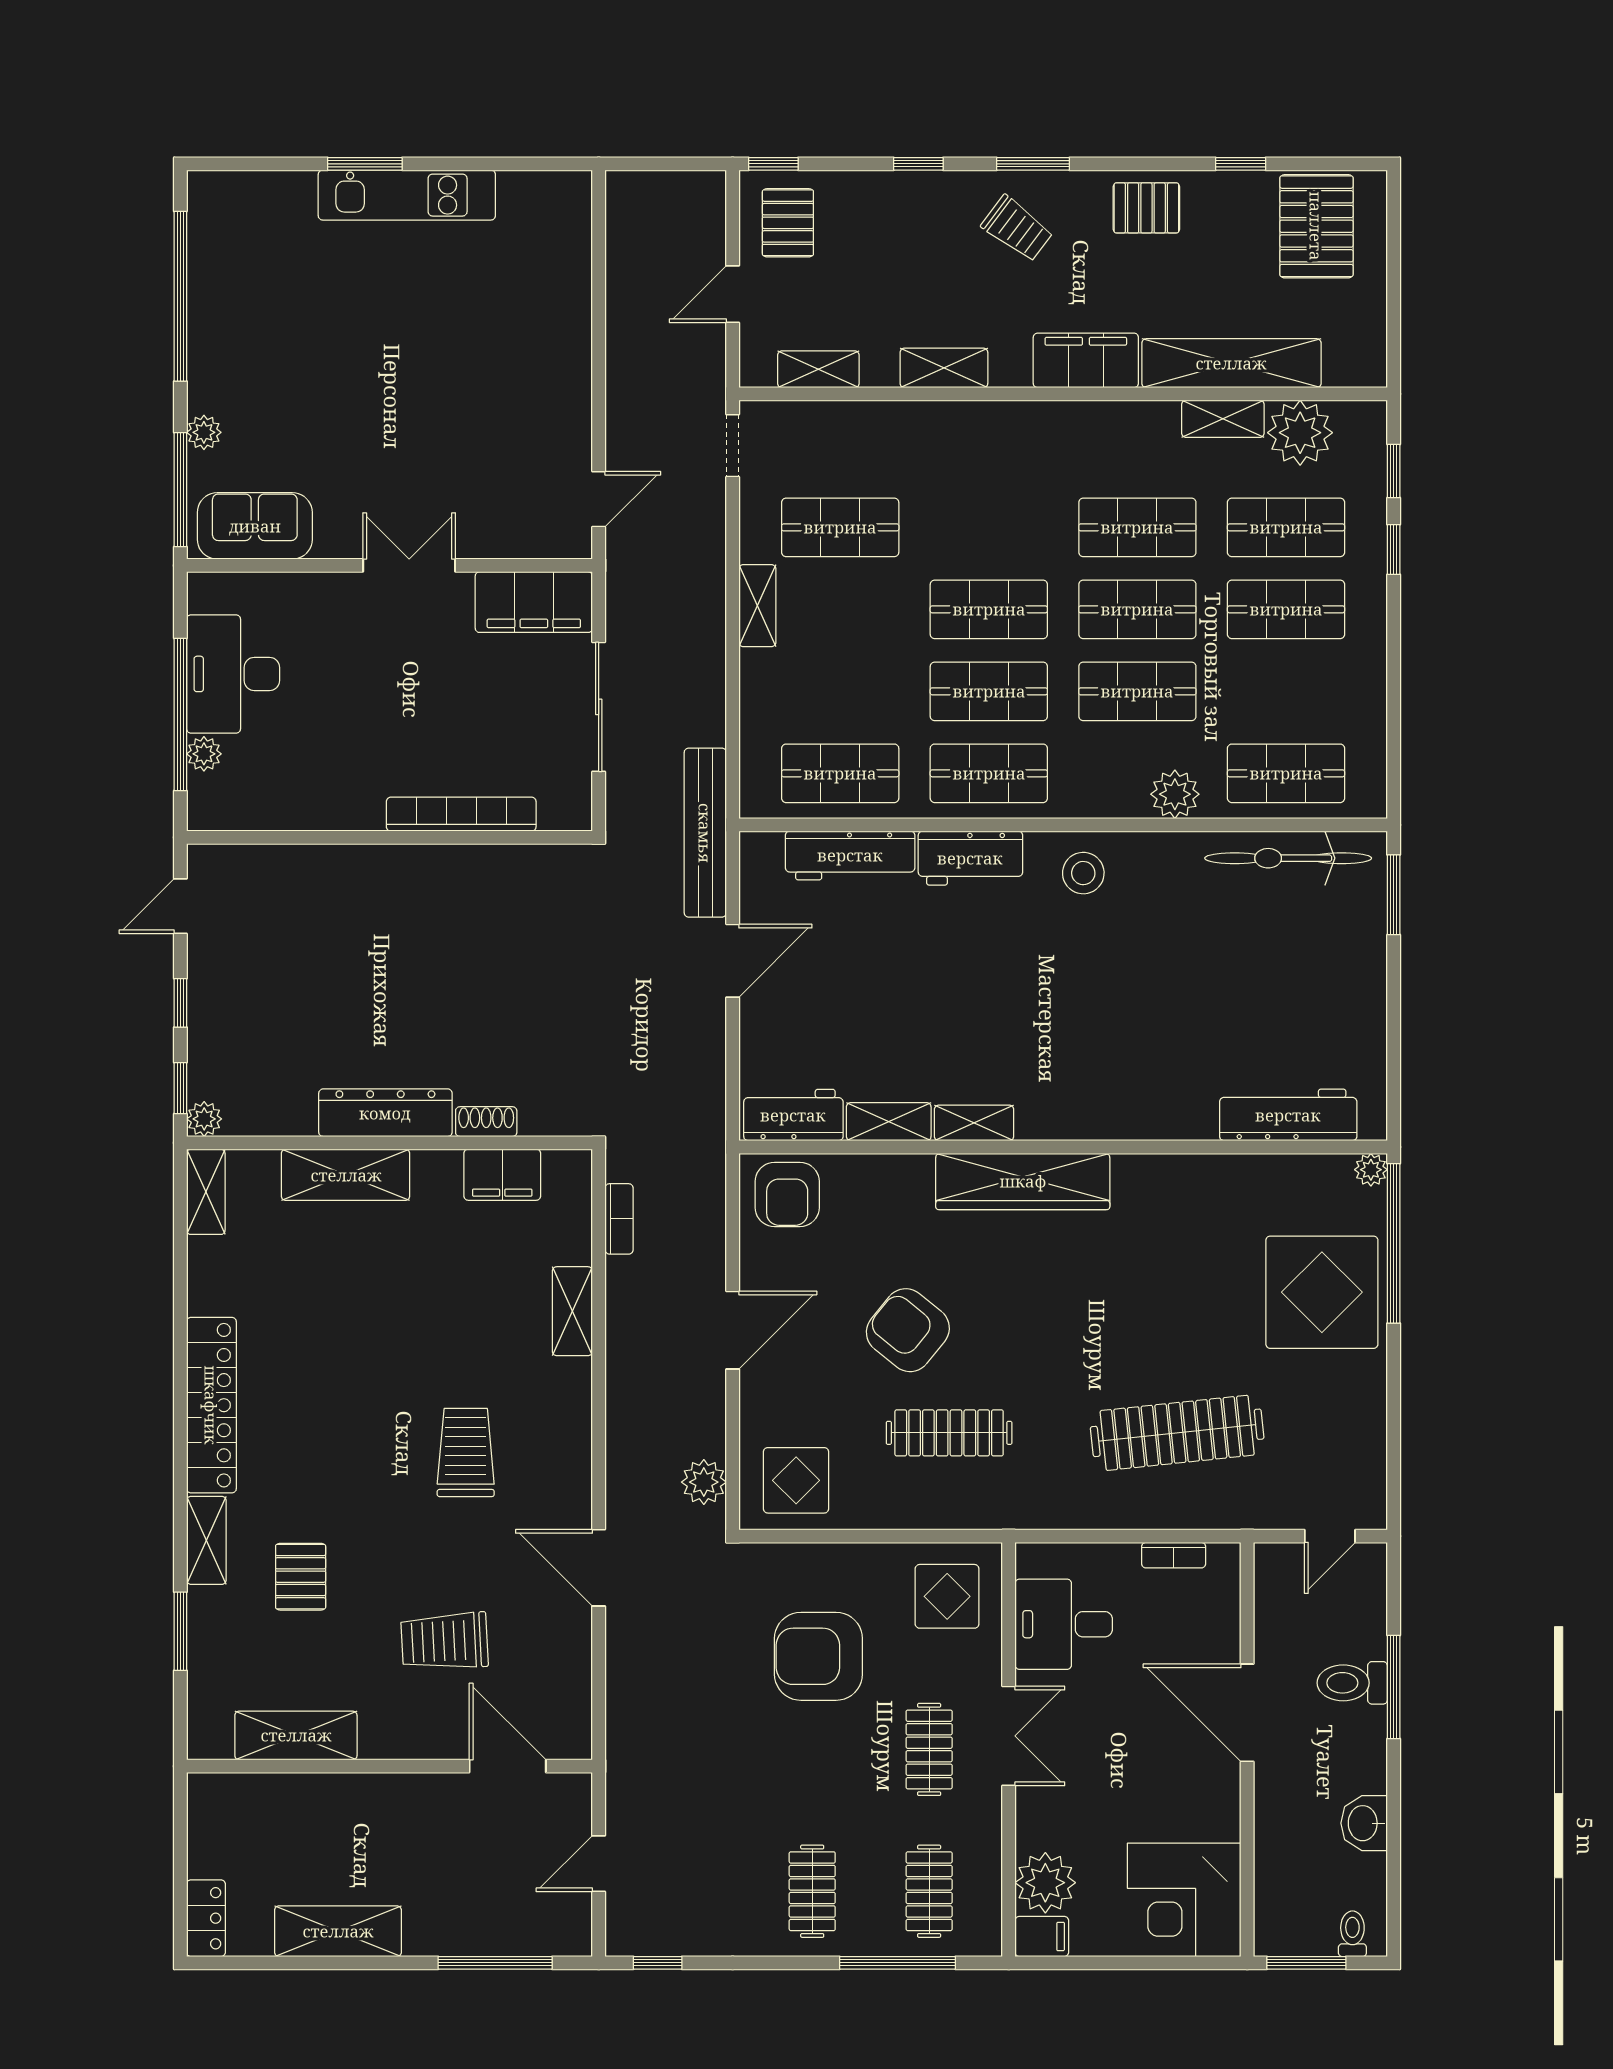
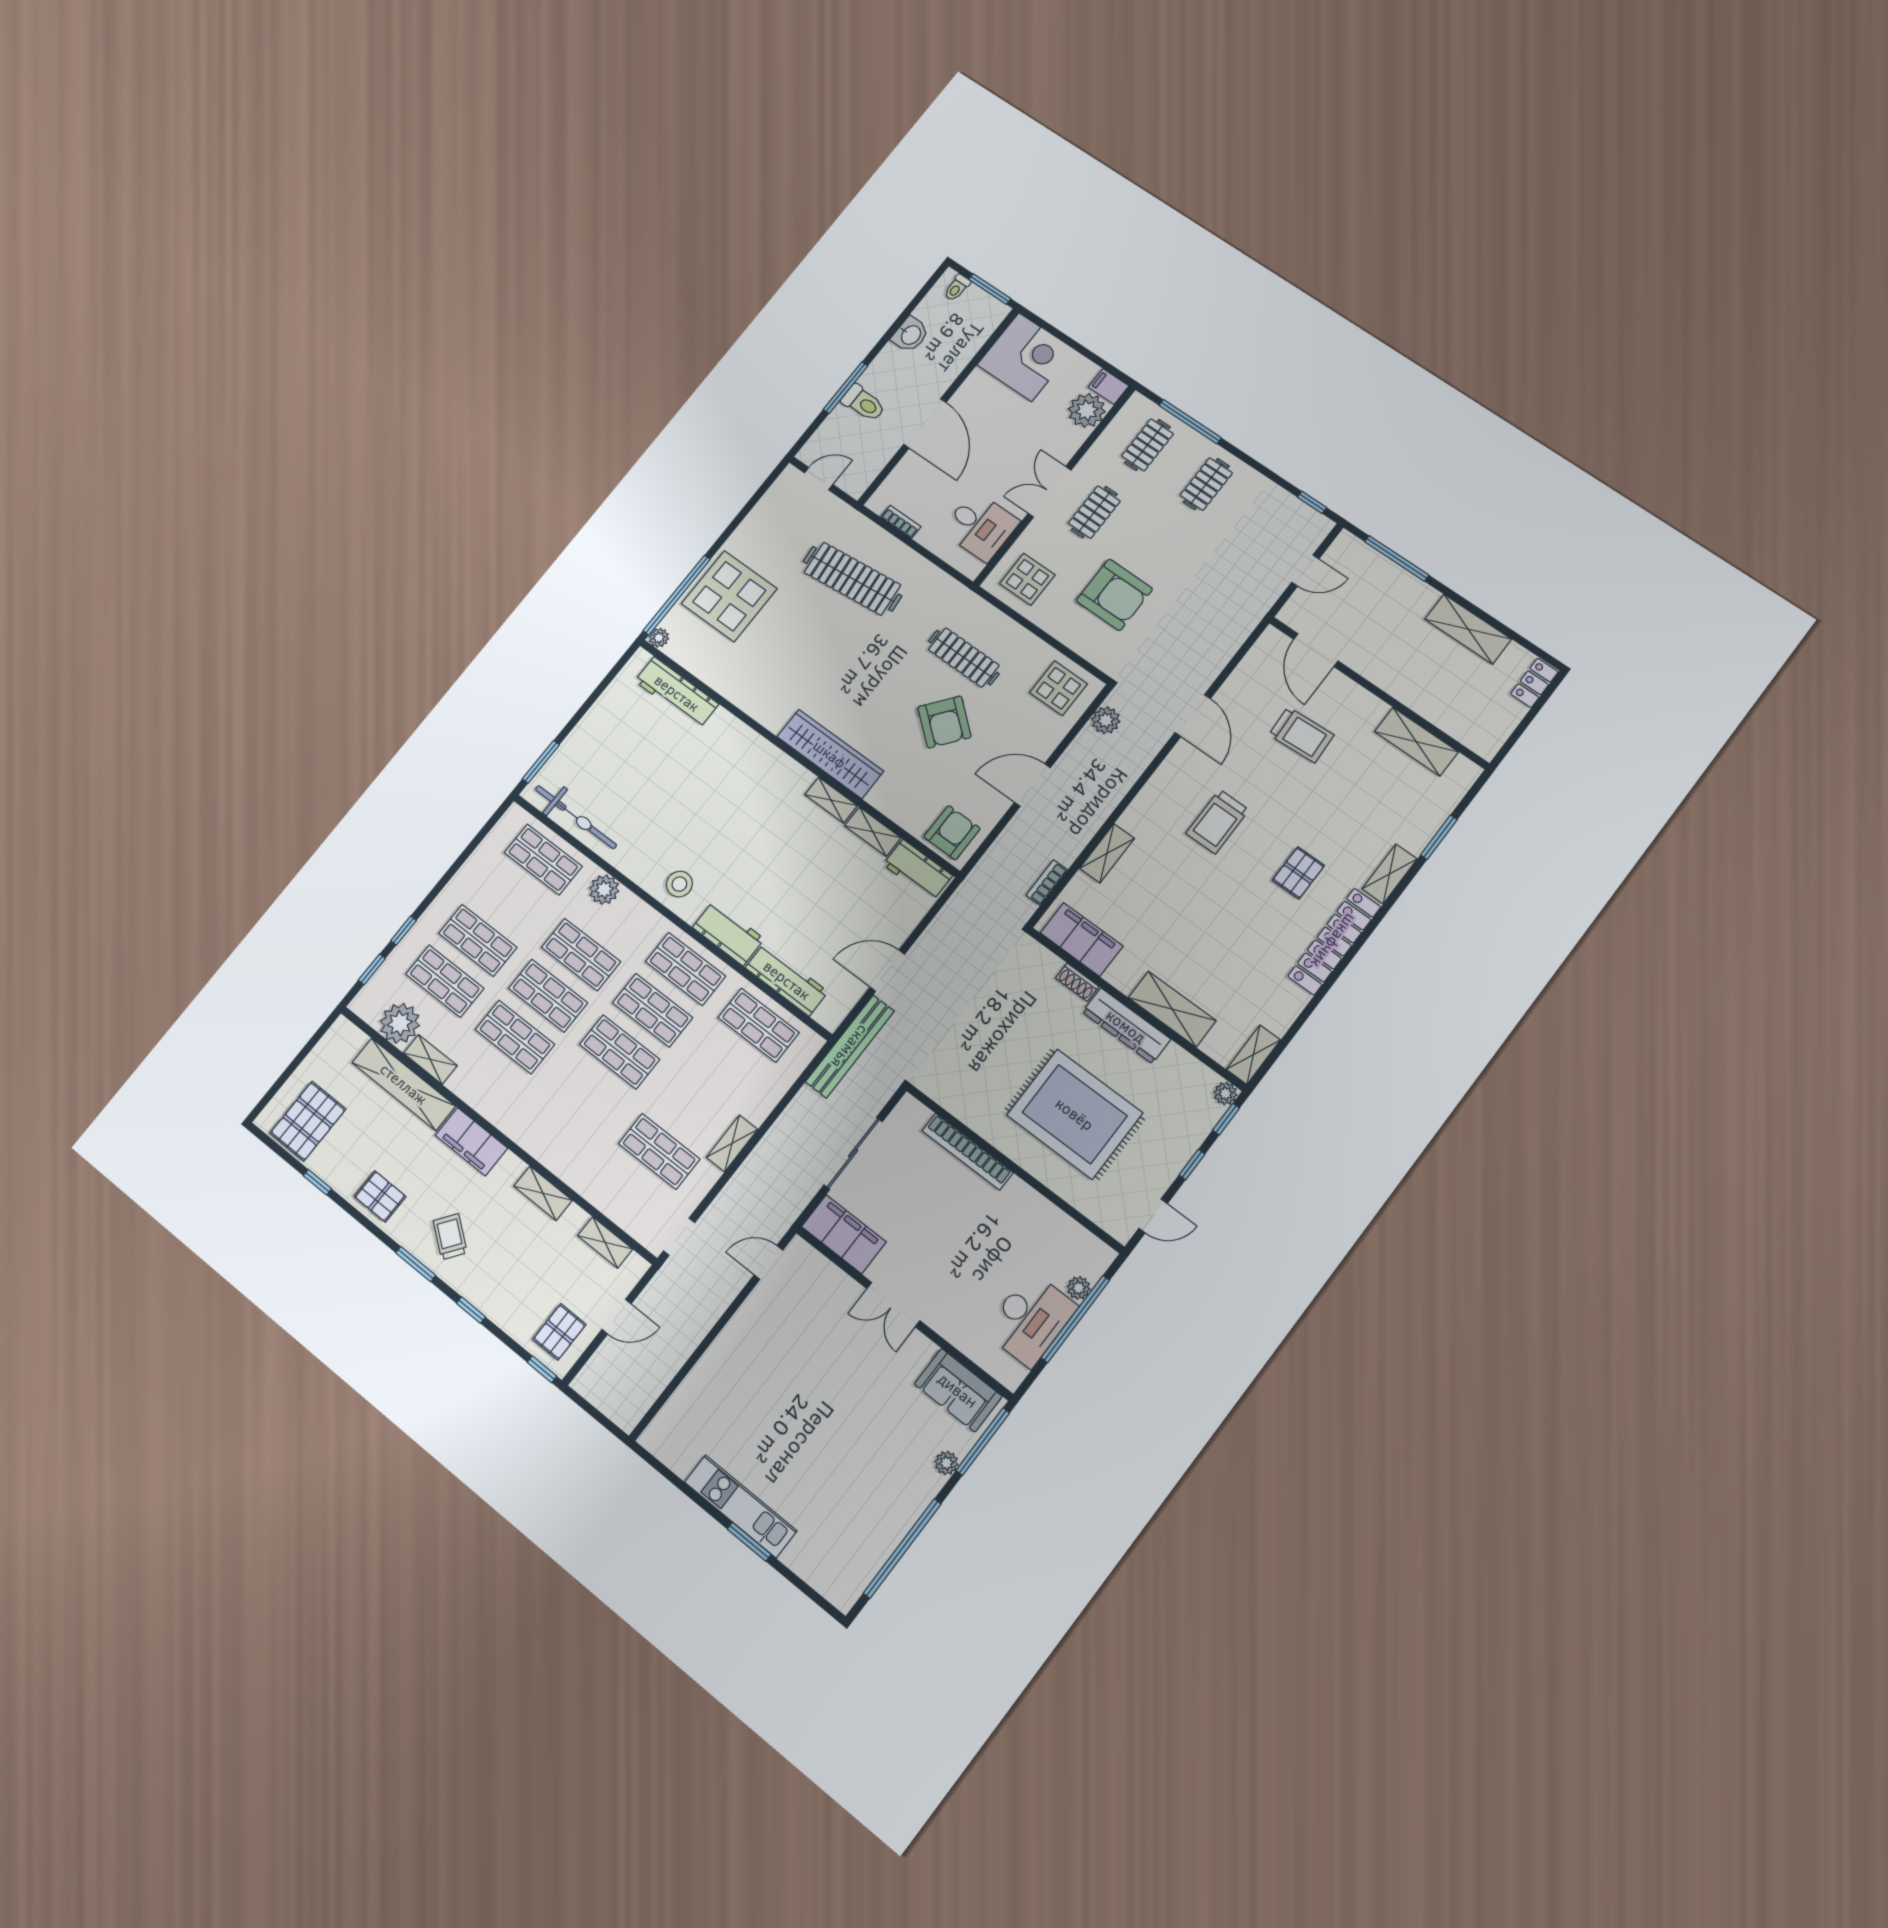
rug: (366, 957) -> (1075, 1114), added
filing cabinet: (502, 1175) -> (1082, 939), width x1.50, depth x1.17
pallet: (301, 1577) -> (1298, 873), moved

